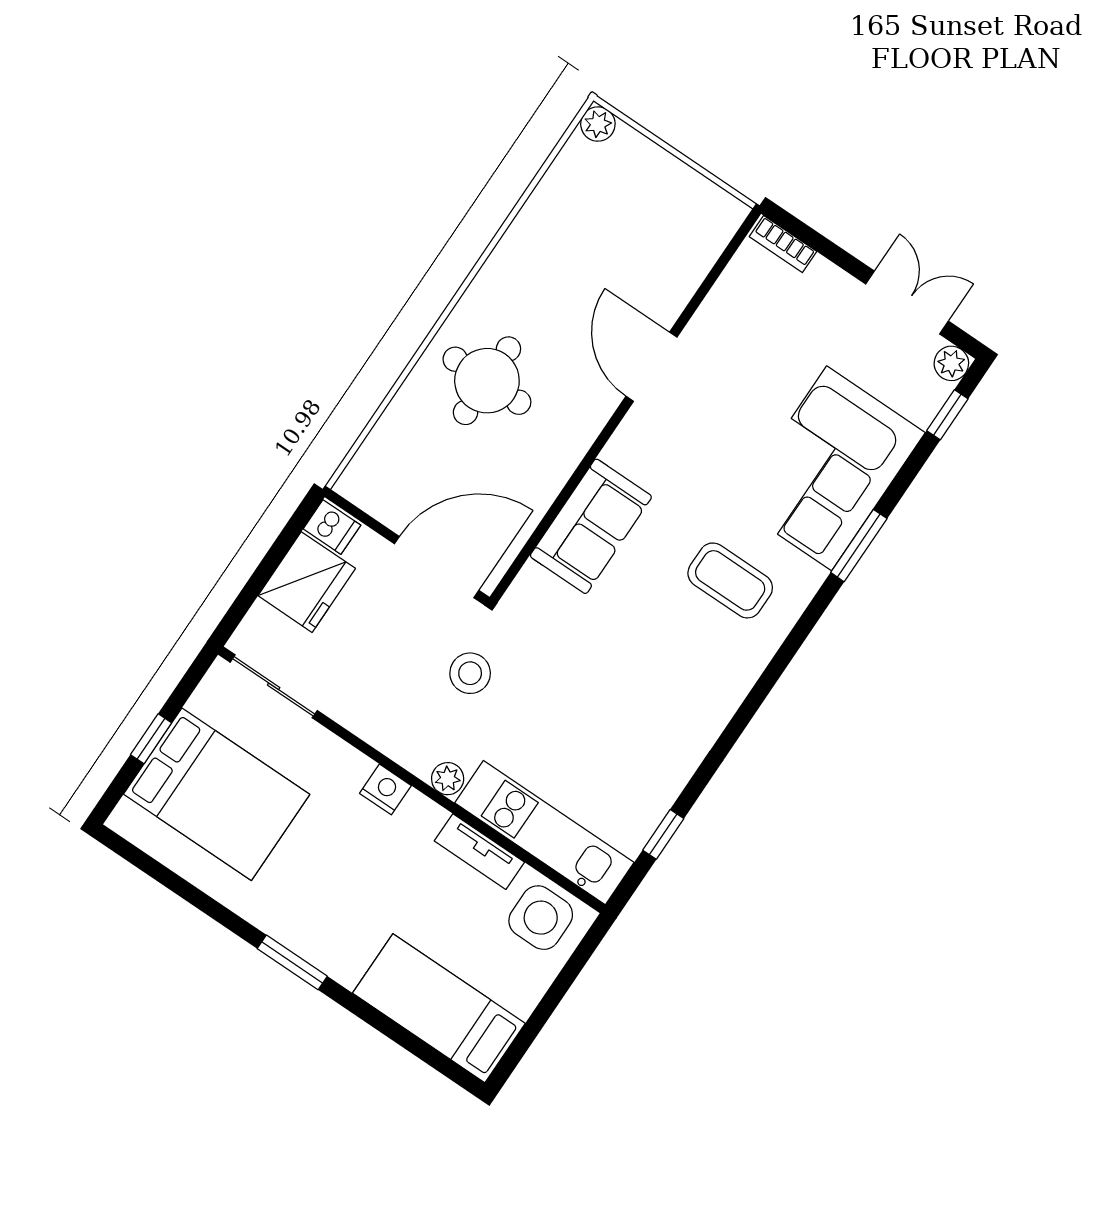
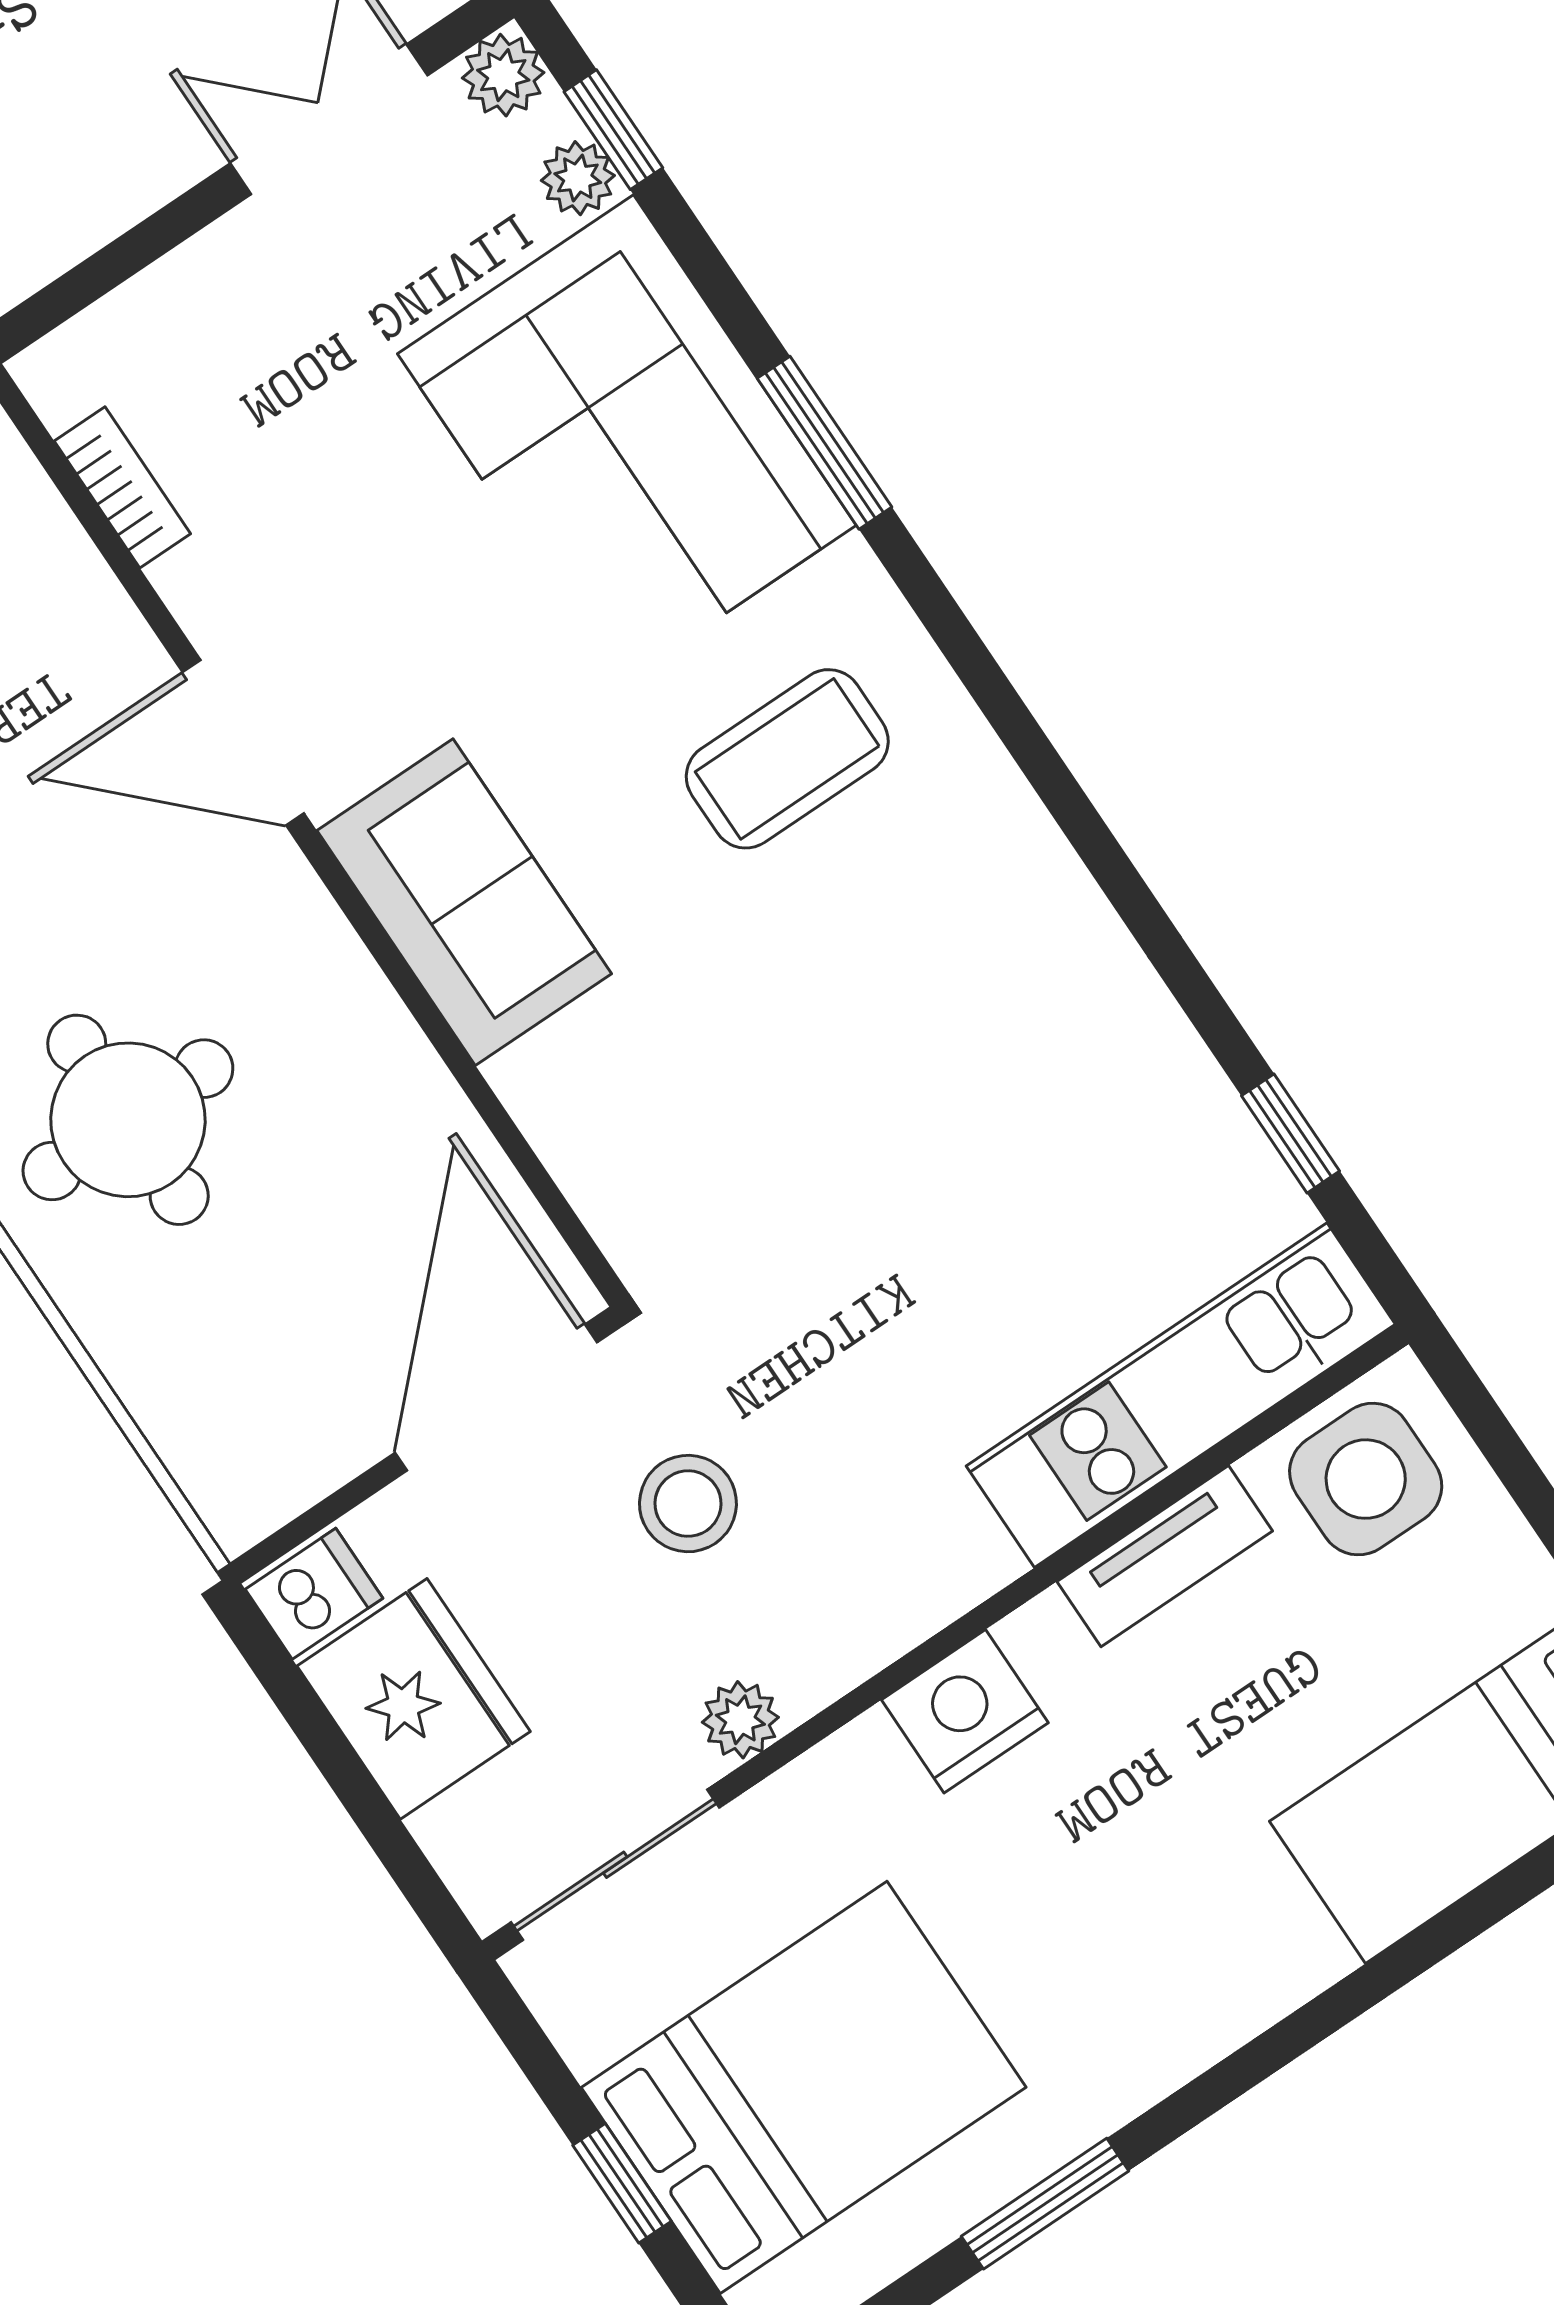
bookcase: (783, 244) -> (122, 487), moved, turned -90
plant: (923, 408) -> (578, 178), added
sofa: (591, 526) -> (464, 902), moved
stool: (470, 673) -> (688, 1504), moved
plant: (448, 779) -> (740, 1720), moved
nightstand: (385, 789) -> (965, 1711), width x1.36, depth x1.33
window: (292, 962) -> (1045, 2204), moved

